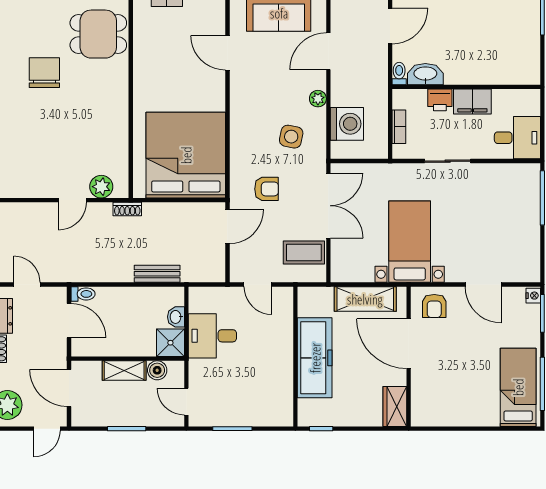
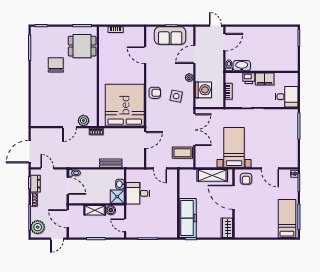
armchair: (267, 189) -> (155, 93), moved
freezer: (315, 358) -> (188, 218), moved

